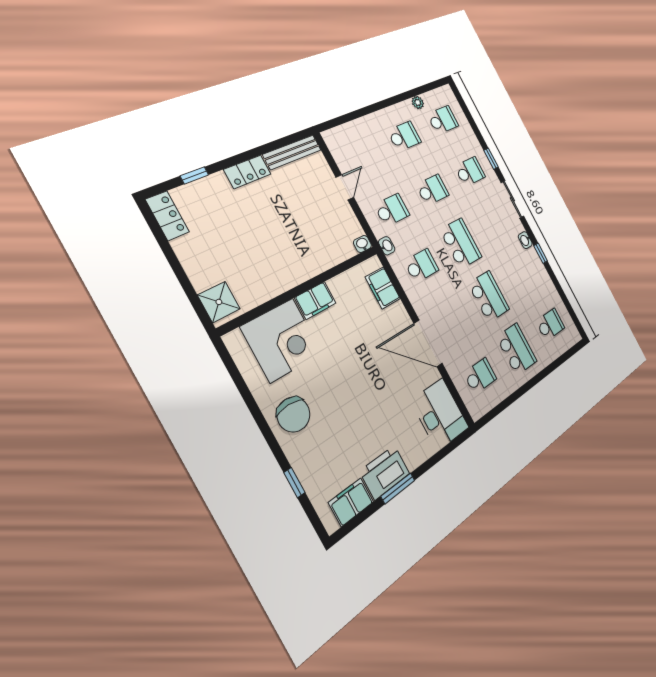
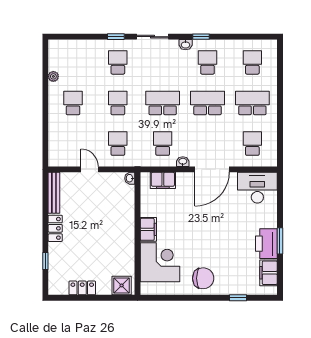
school desk: (443, 120) -> (208, 62), moved
locker: (167, 216) -> (82, 288), moved
washbasin: (387, 246) -> (183, 162), moved

